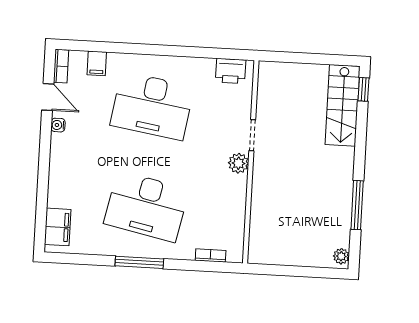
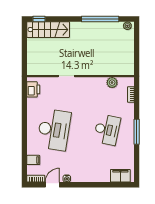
plant: (238, 163) -> (112, 83), moved
window: (357, 205) -> (100, 19), width x1.46
desk: (146, 206) -> (107, 130), width x0.73, depth x0.77

